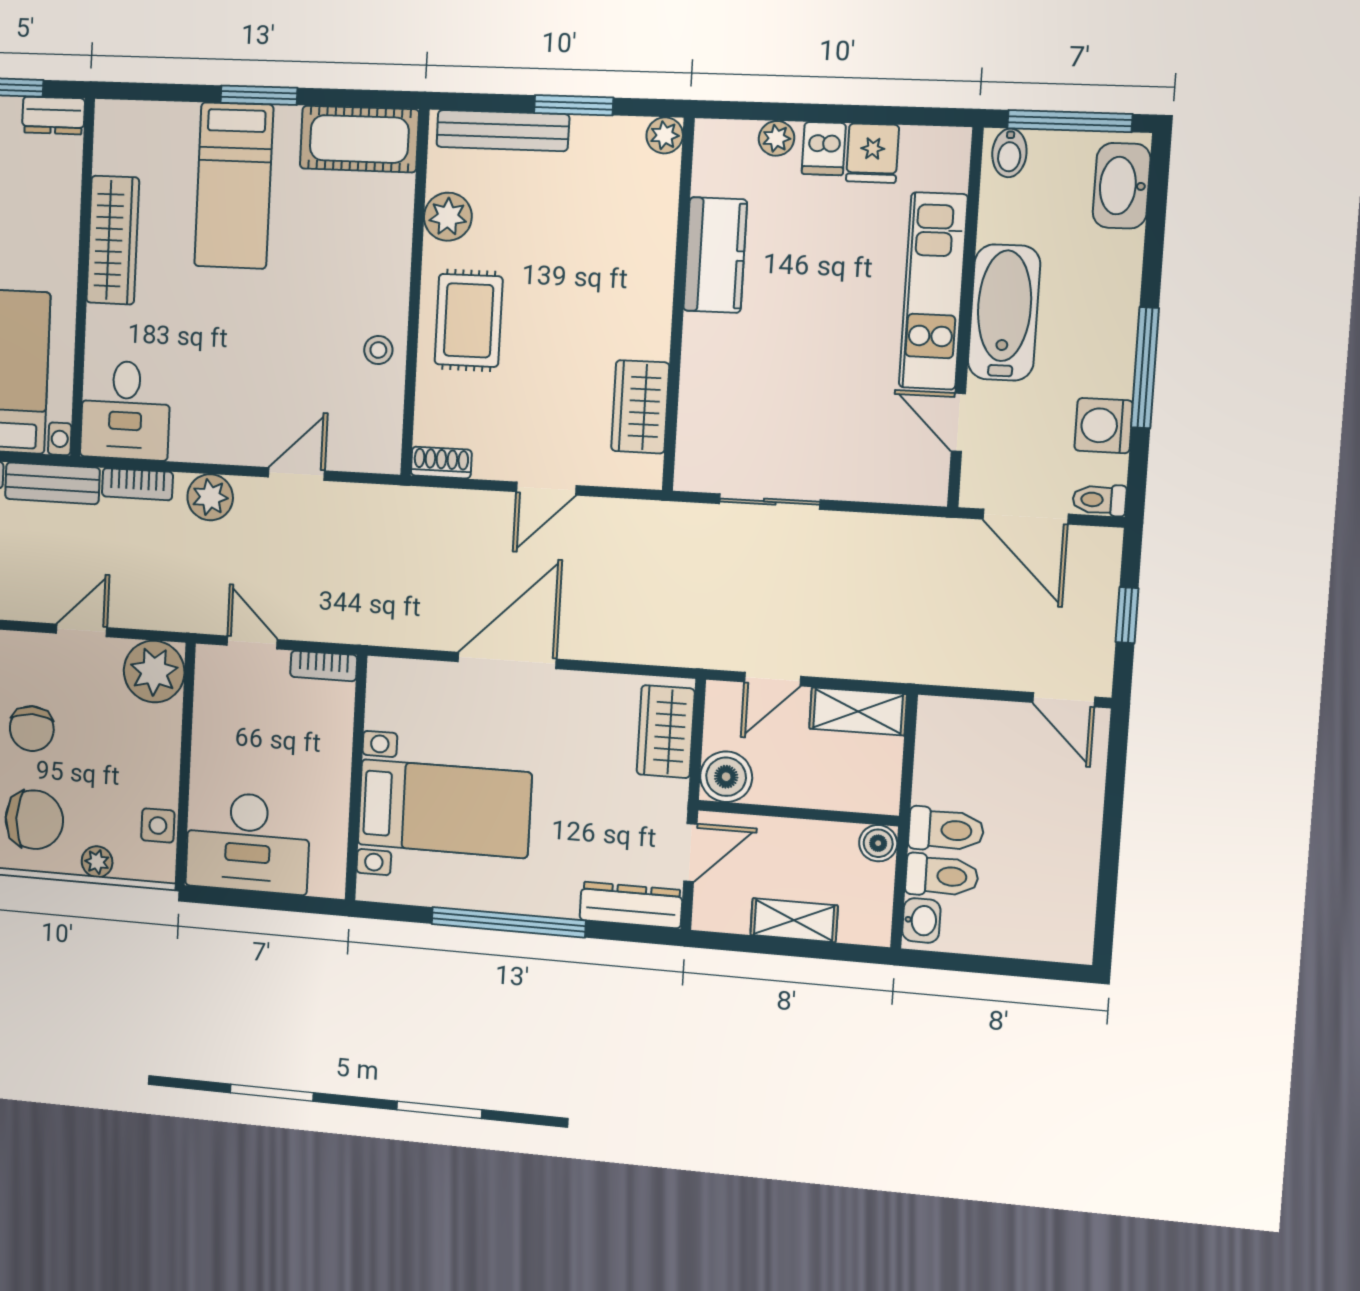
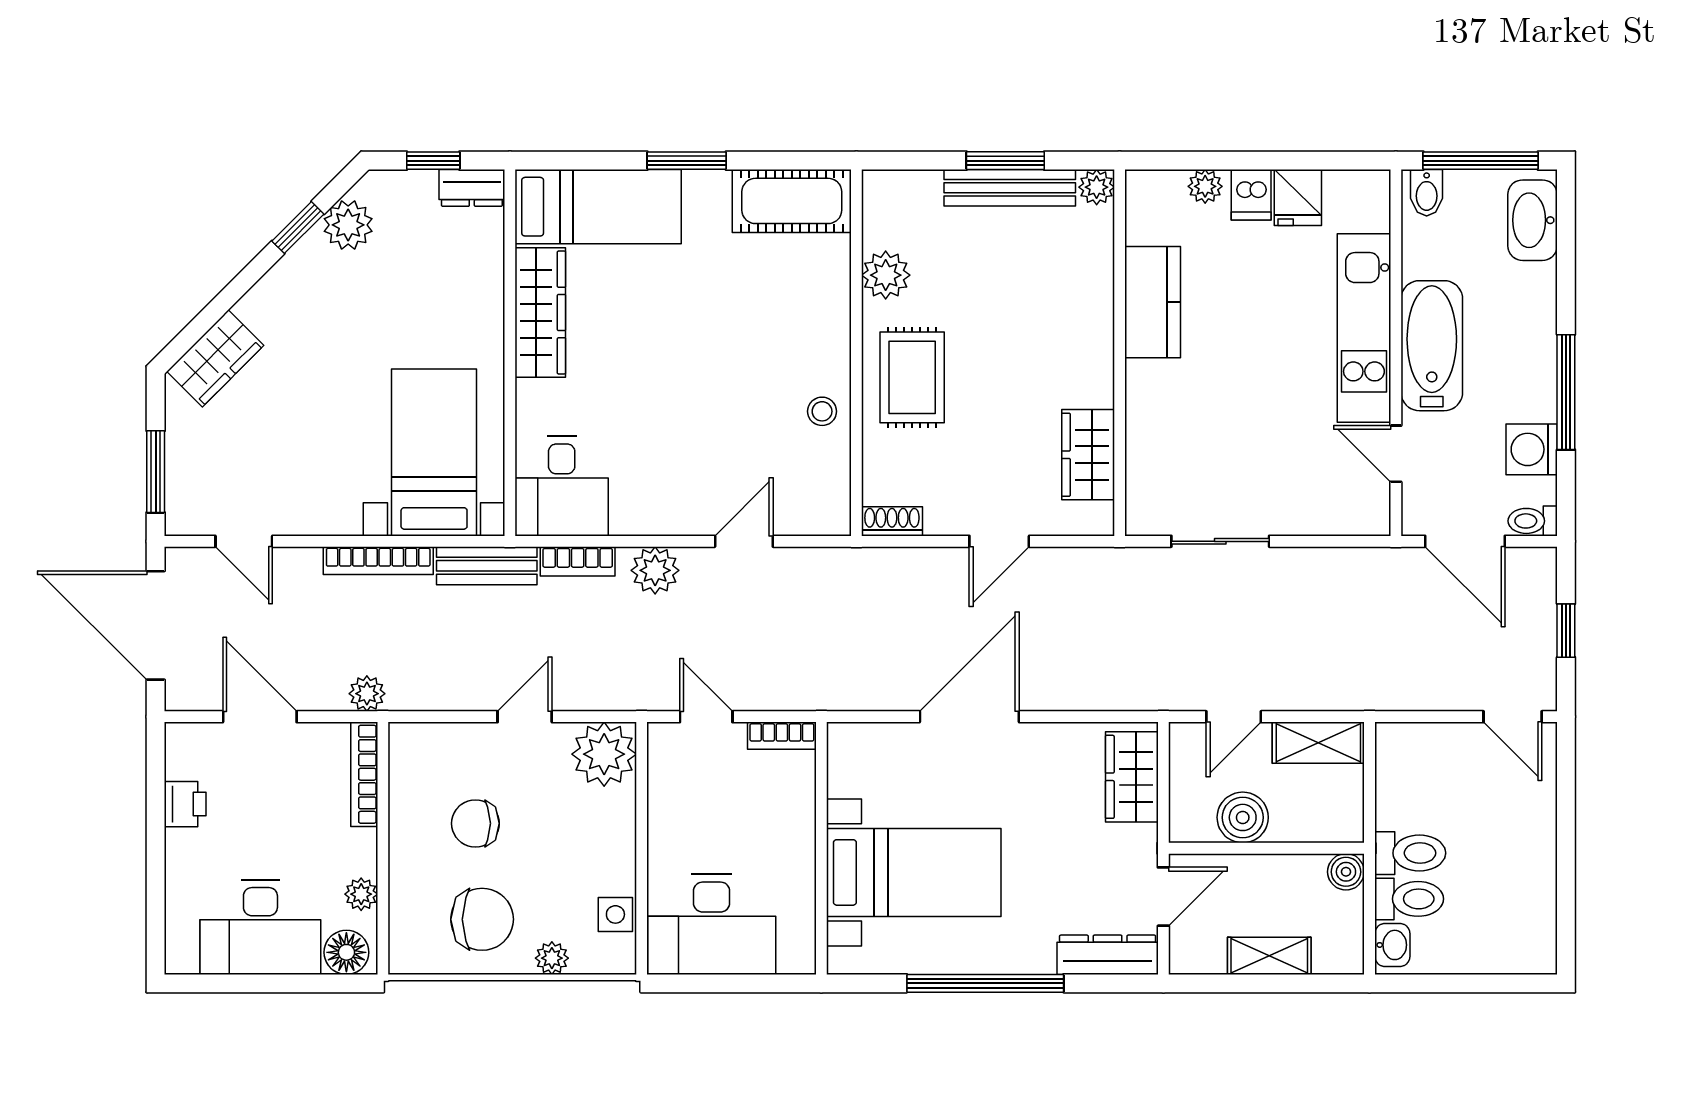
bench: (503, 131) -> (1010, 188), moved
bed: (234, 186) -> (598, 207), moved, turned -90
chair: (32, 729) -> (475, 823), turned 90
boiler: (726, 777) -> (1243, 817), moved

